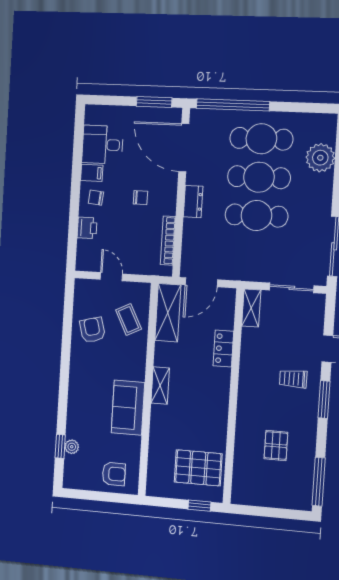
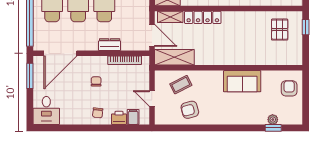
desk: (103, 145) -> (46, 110), moved
filing cabinet: (92, 173) -> (133, 117), moved
dresser: (193, 202) -> (110, 45), moved
door: (111, 277) -> (152, 99), hinge flipped
locker: (223, 348) -> (203, 17), width x1.53
shelving: (160, 386) -> (170, 17), moved
pallet: (198, 468) -> (280, 30), width x0.67, depth x0.71

